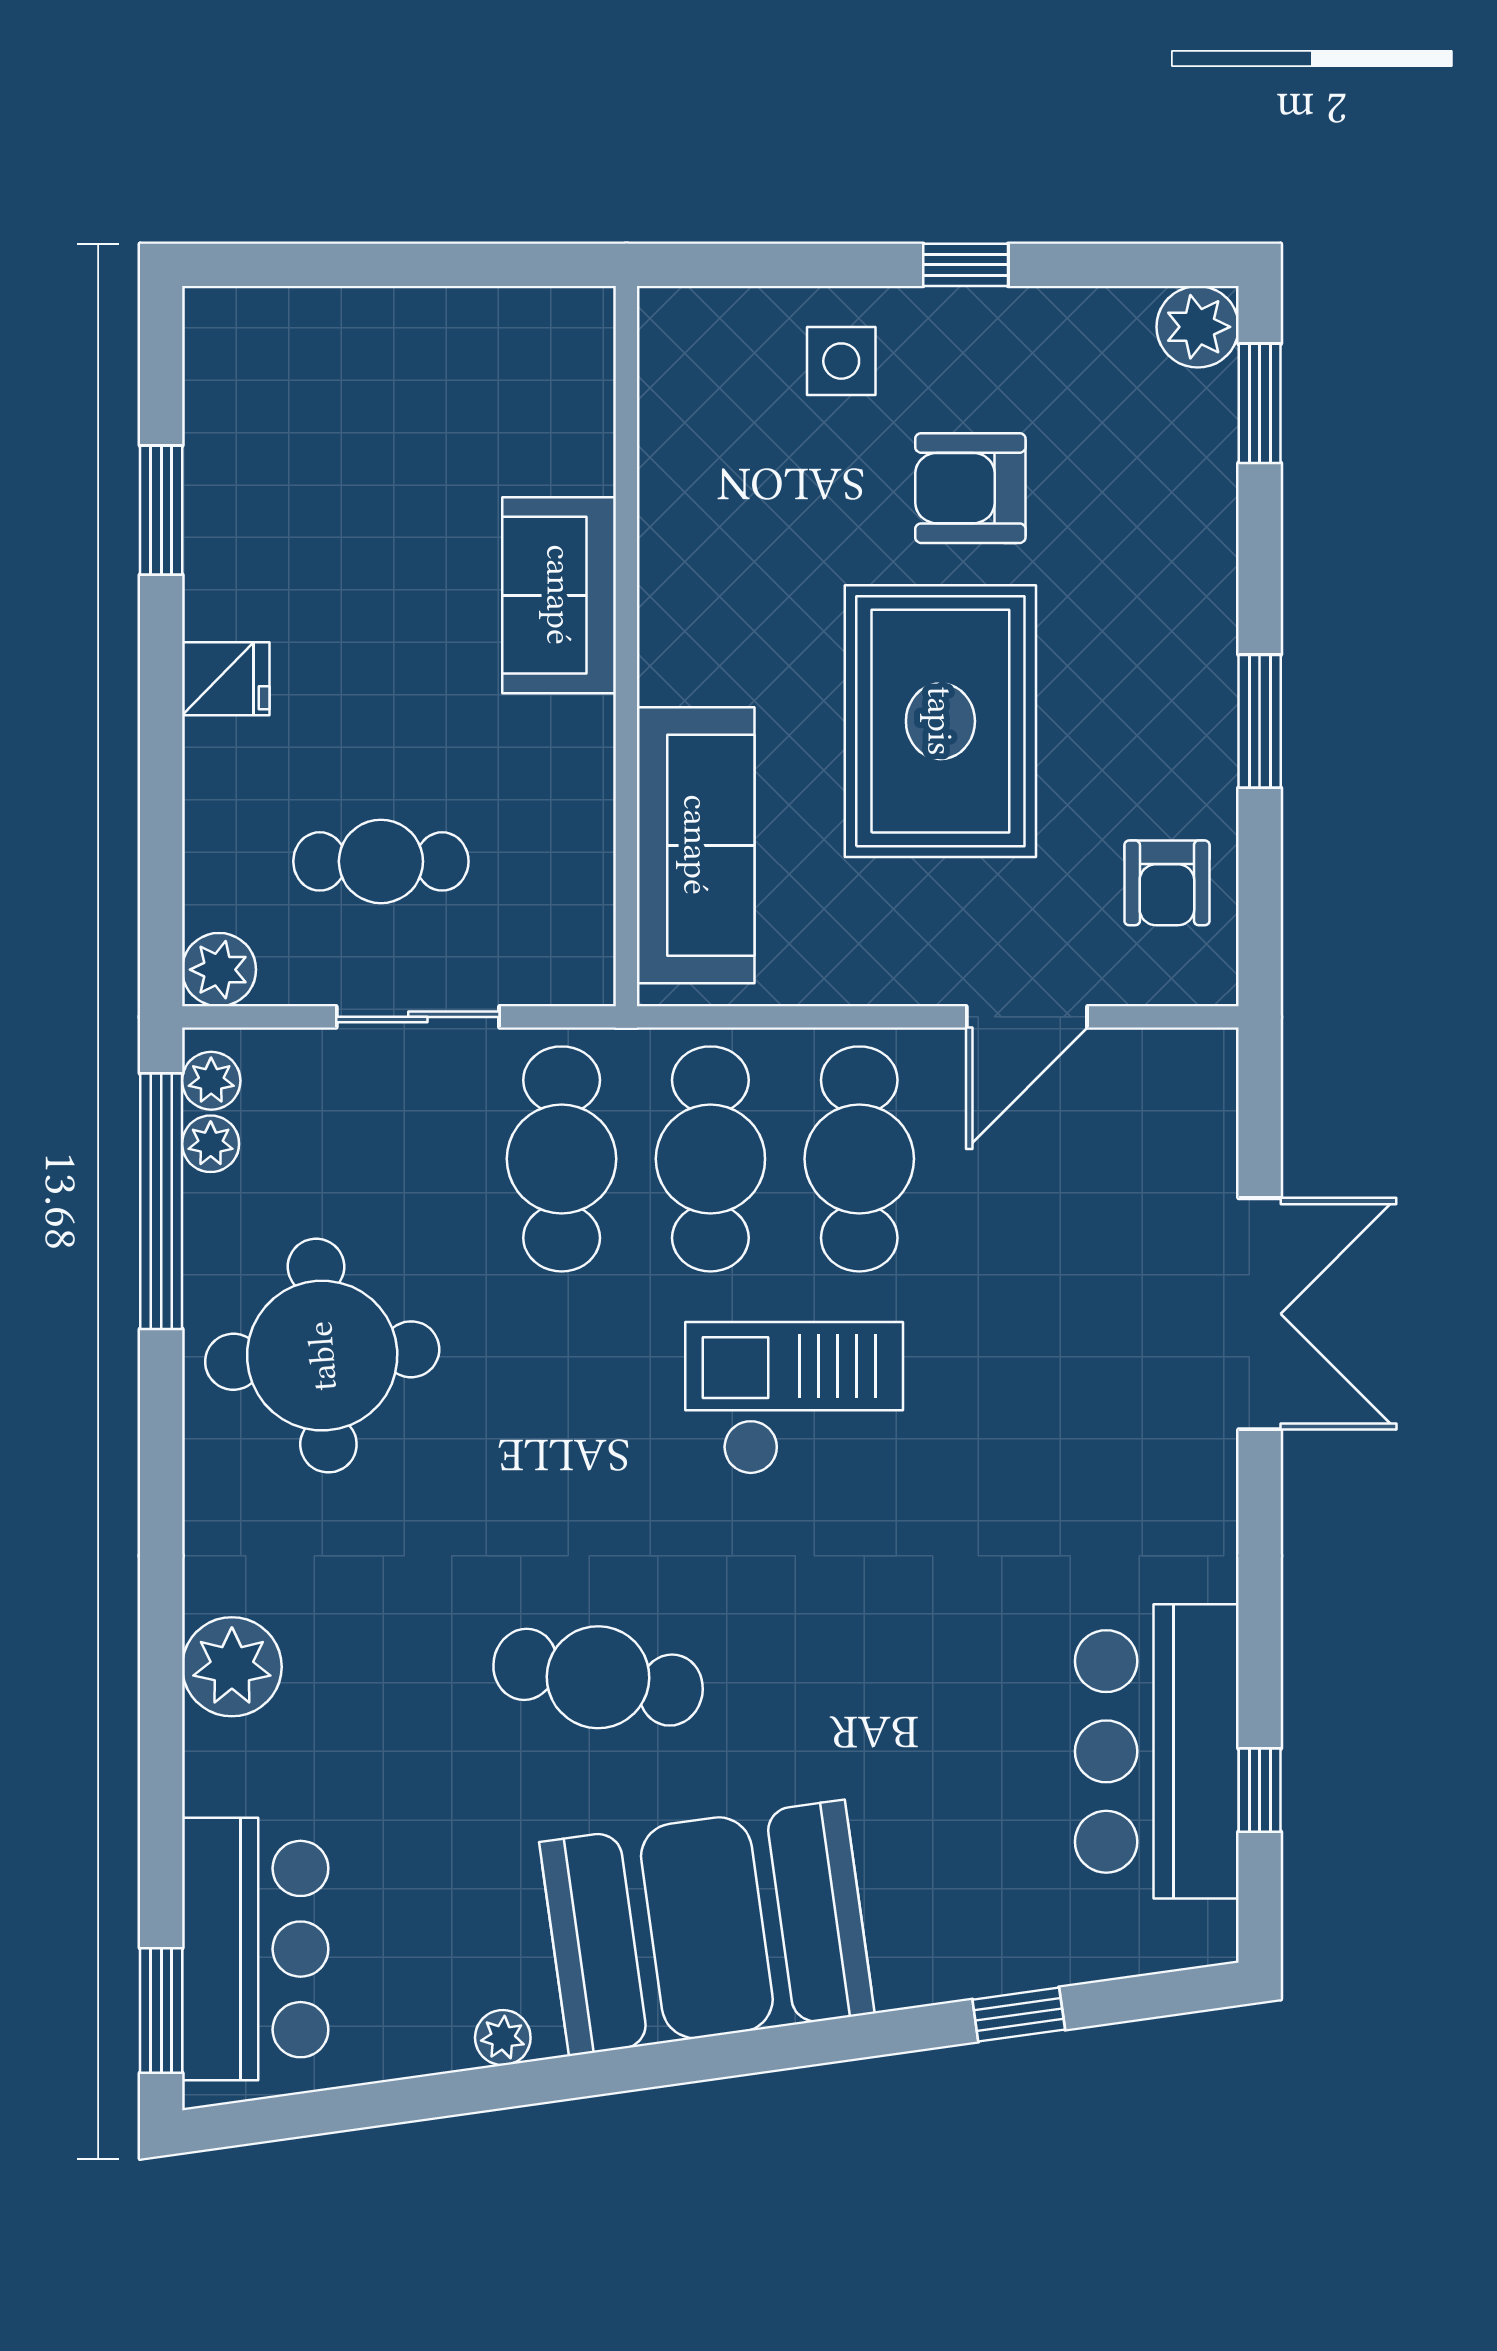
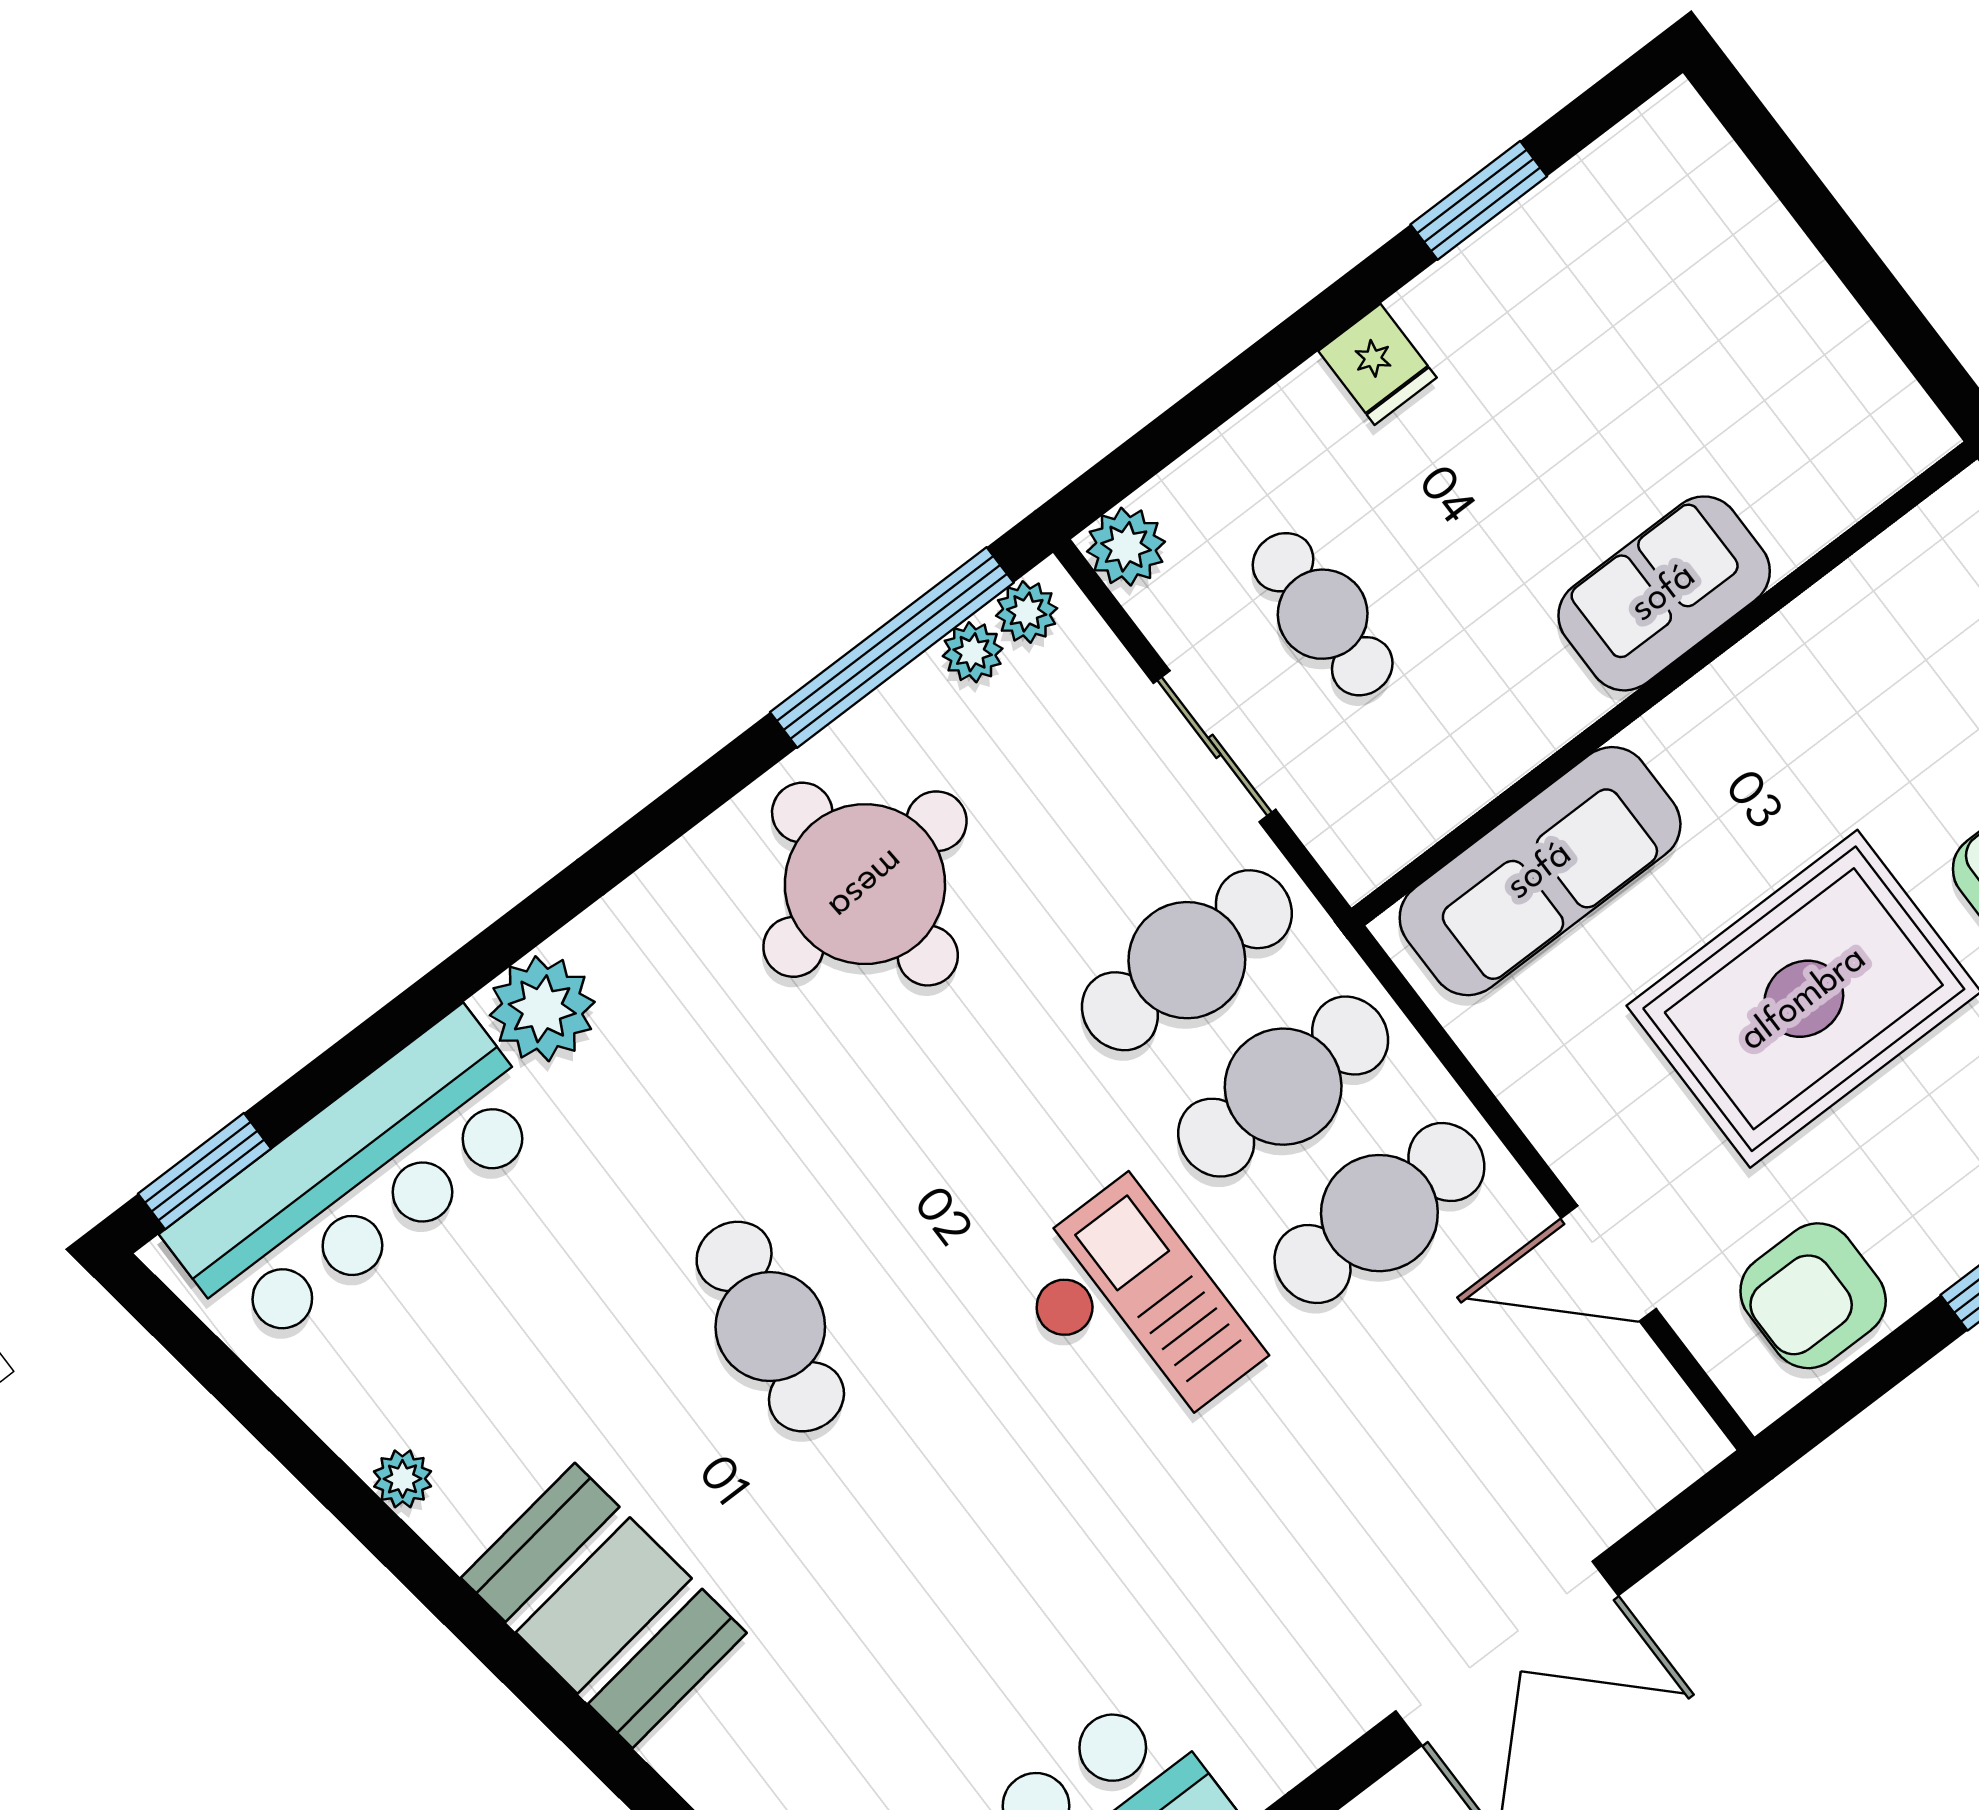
armchair: (1167, 883) -> (1813, 1296), width x1.38, depth x1.38
booth: (707, 1928) -> (604, 1605), width x0.73, depth x0.70
bar counter: (255, 1949) -> (358, 1180), width x1.36

